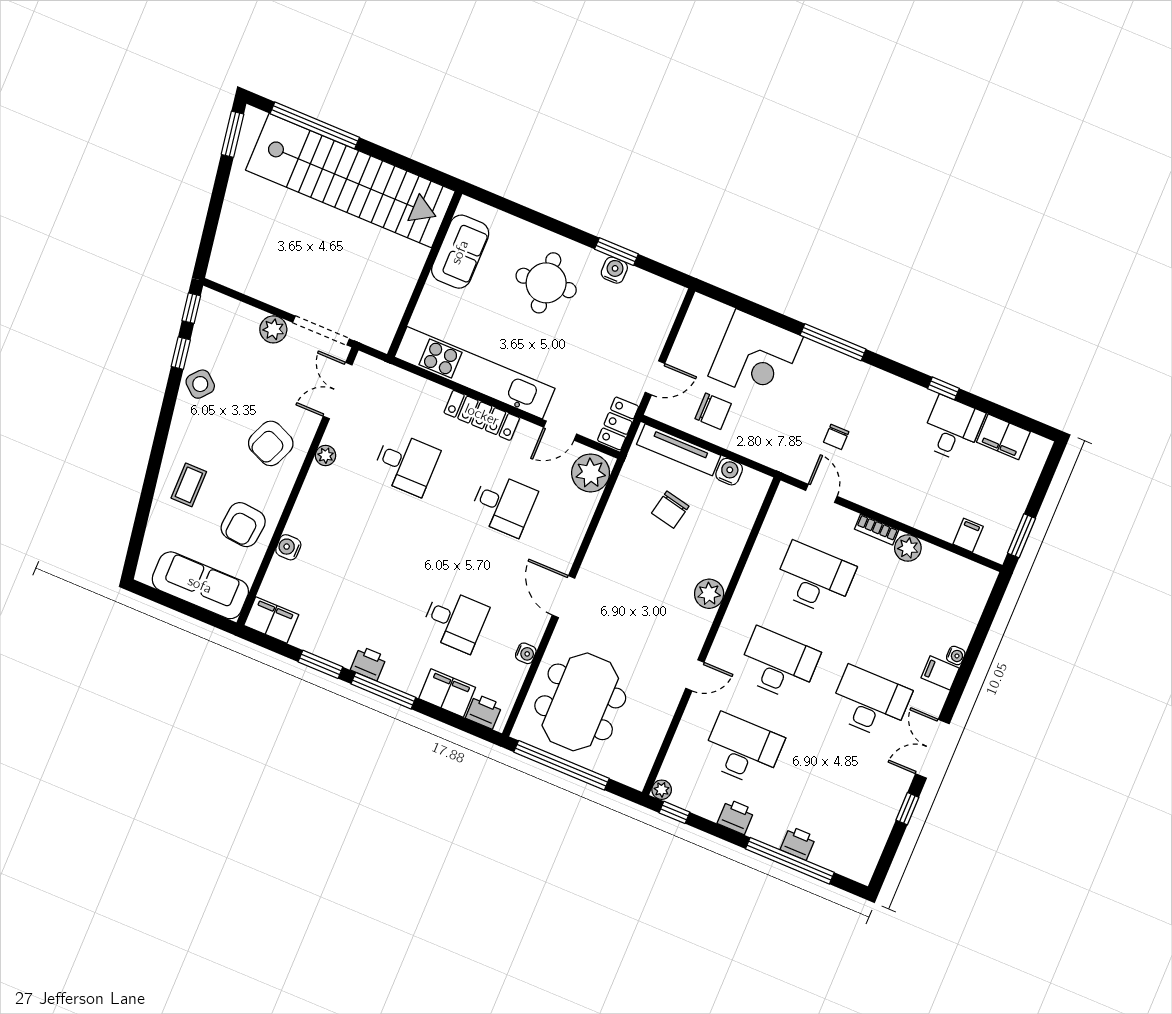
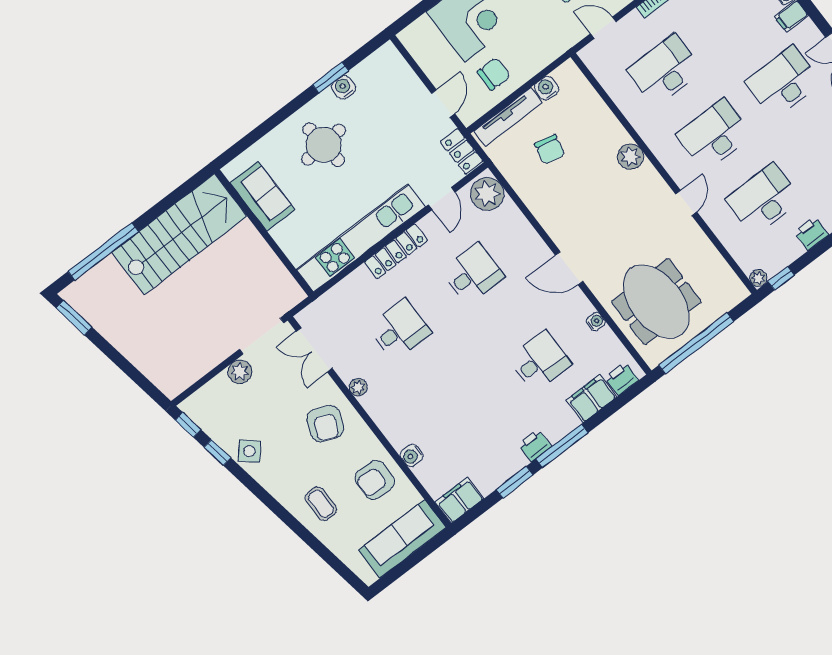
stairs: (350, 181) -> (179, 234), width x0.73
armchair: (243, 525) -> (375, 480), turned 86

